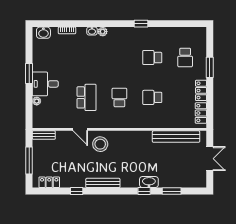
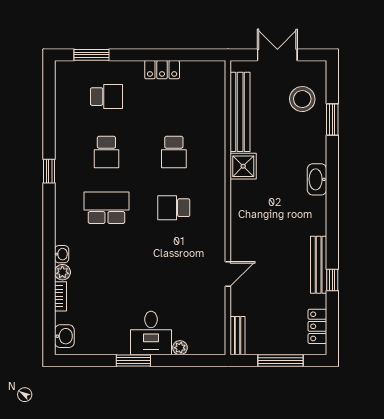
plant: (103, 32) -> (62, 272), moved
window: (210, 67) -> (91, 55), moved
school desk: (87, 97) -> (106, 208), moved
locker: (201, 113) -> (200, 70), removed
shower: (144, 138) -> (243, 166), added
stool: (100, 144) -> (302, 99), moved
washbasin: (149, 182) -> (317, 179), moved
bench: (103, 183) -> (319, 265), moved
window: (144, 191) -> (332, 166), removed

